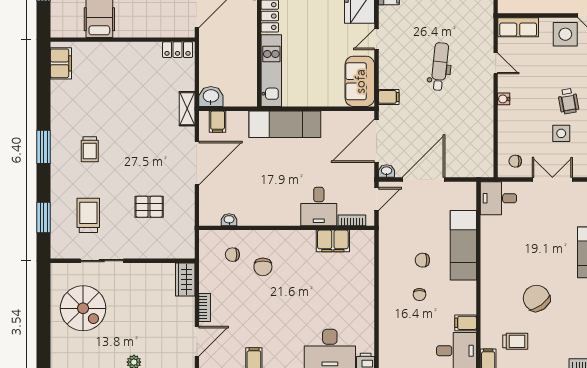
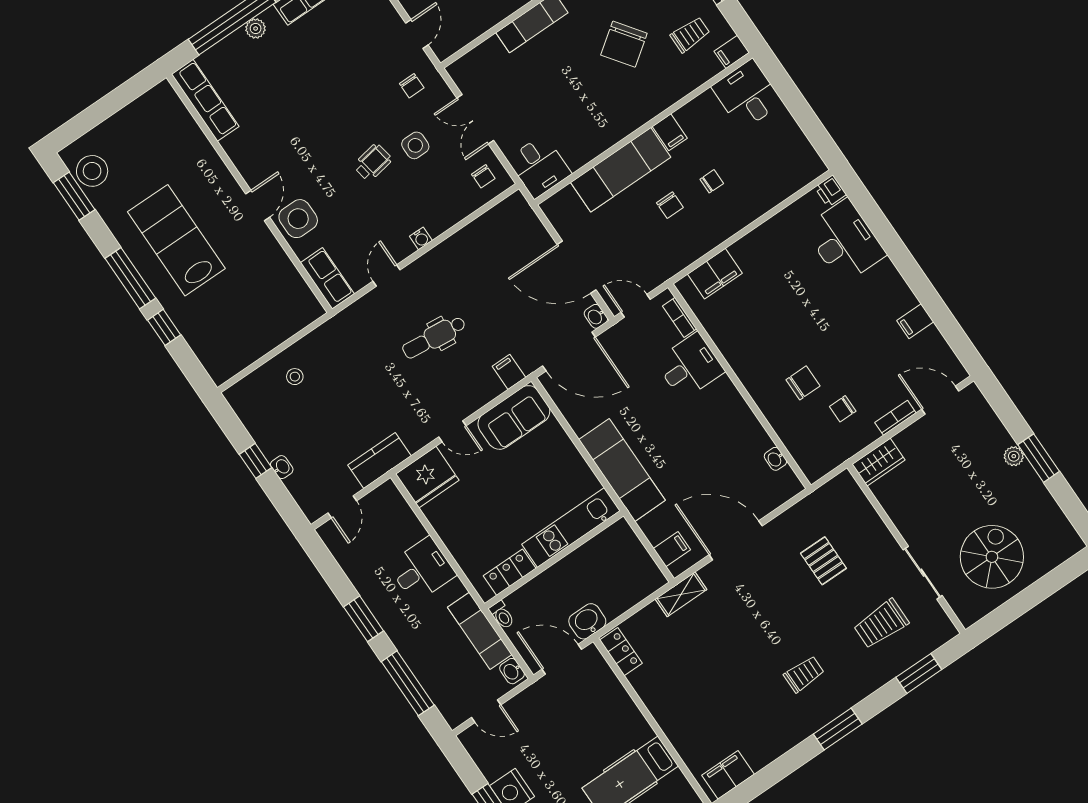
washbasin: (211, 97) -> (587, 621), moved, turned 90
filing cabinet: (333, 241) -> (715, 274), moved, turned 90
chair: (232, 255) -> (843, 409), moved, turned 90
filing cabinet: (466, 323) -> (670, 132), moved
trolley: (515, 341) -> (690, 35), turned 90

